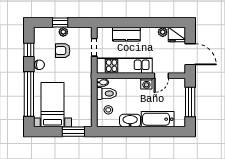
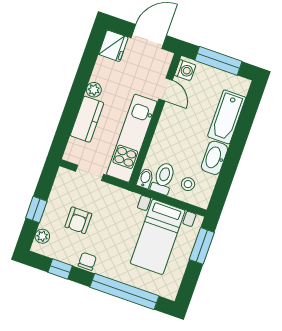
plant: (63, 32) -> (42, 236), moved
plant: (163, 32) -> (94, 90), moved
washing machine: (146, 84) -> (185, 70), moved
bed with nightstands: (53, 105) -> (158, 237), moved, turned -90

